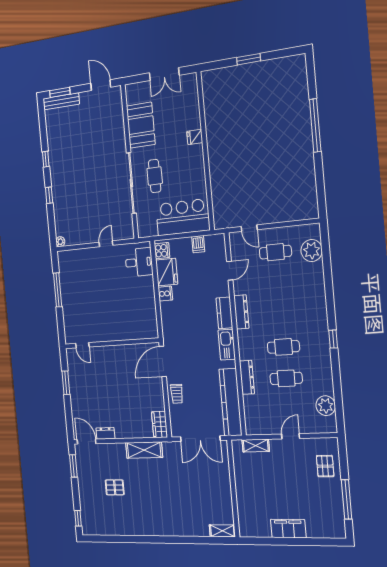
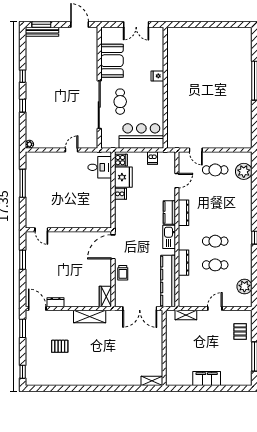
window: (249, 59) -> (207, 24), removed

